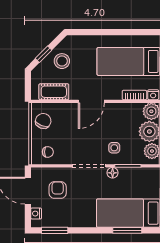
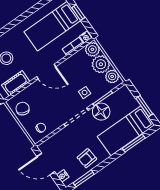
door: (91, 101) -> (46, 72), hinge flipped
floor lamp: (113, 173) -> (101, 112), width x1.89, depth x1.89
armchair: (58, 190) -> (87, 158), moved, turned -95

